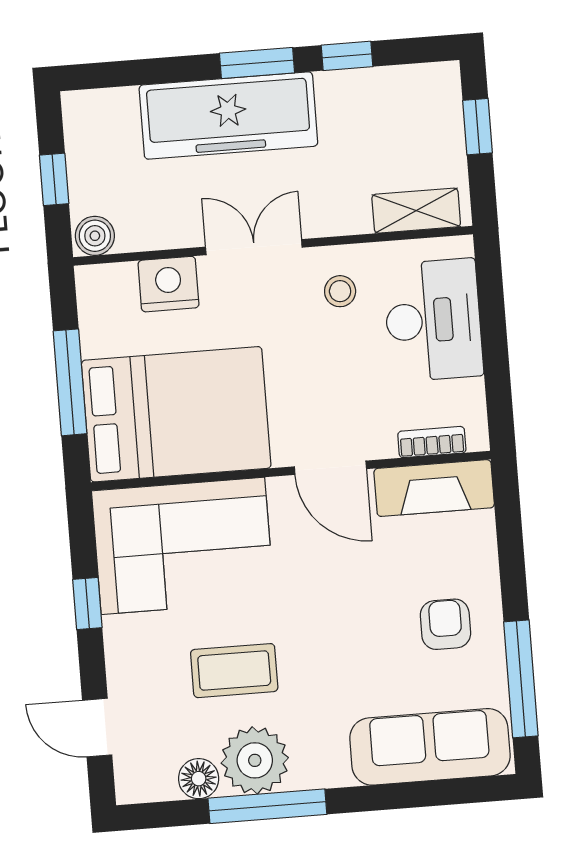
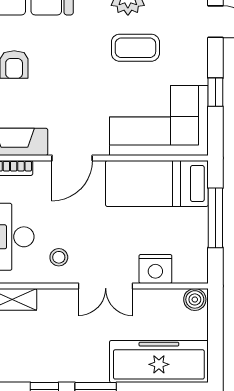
freezer: (228, 116) -> (159, 361), moved
window: (54, 179) -> (215, 333), removed
bed: (176, 414) -> (157, 183), width x0.67
door: (330, 468) -> (72, 158), swing flipped

